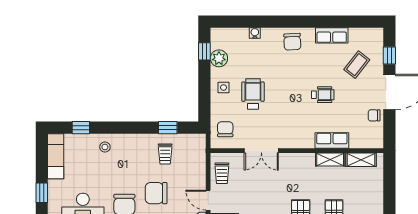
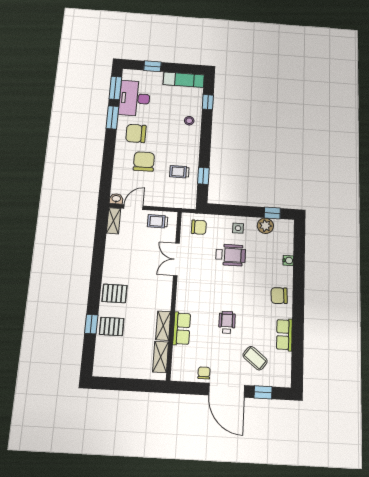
wheelchair: (323, 95) -> (227, 322), turned 180

